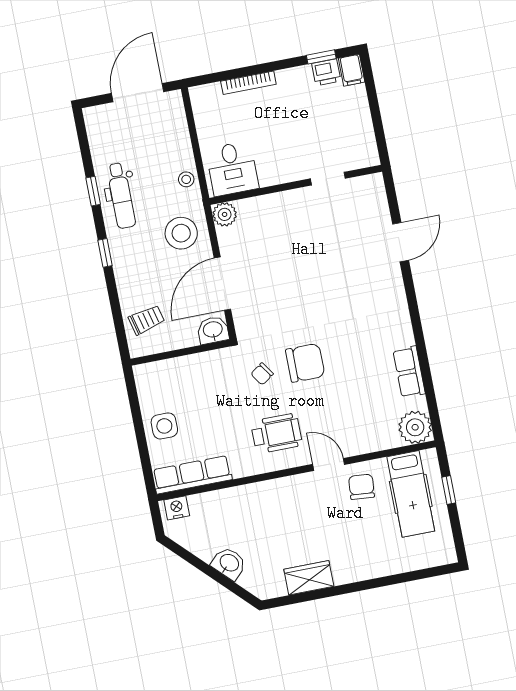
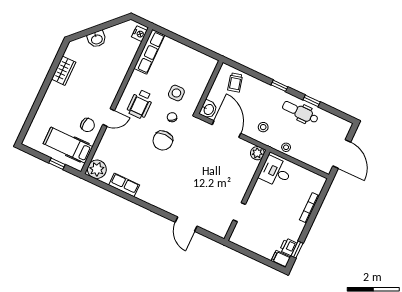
stool: (181, 233) -> (263, 127), width x0.53, depth x0.53
side table: (164, 426) -> (176, 93), moved

